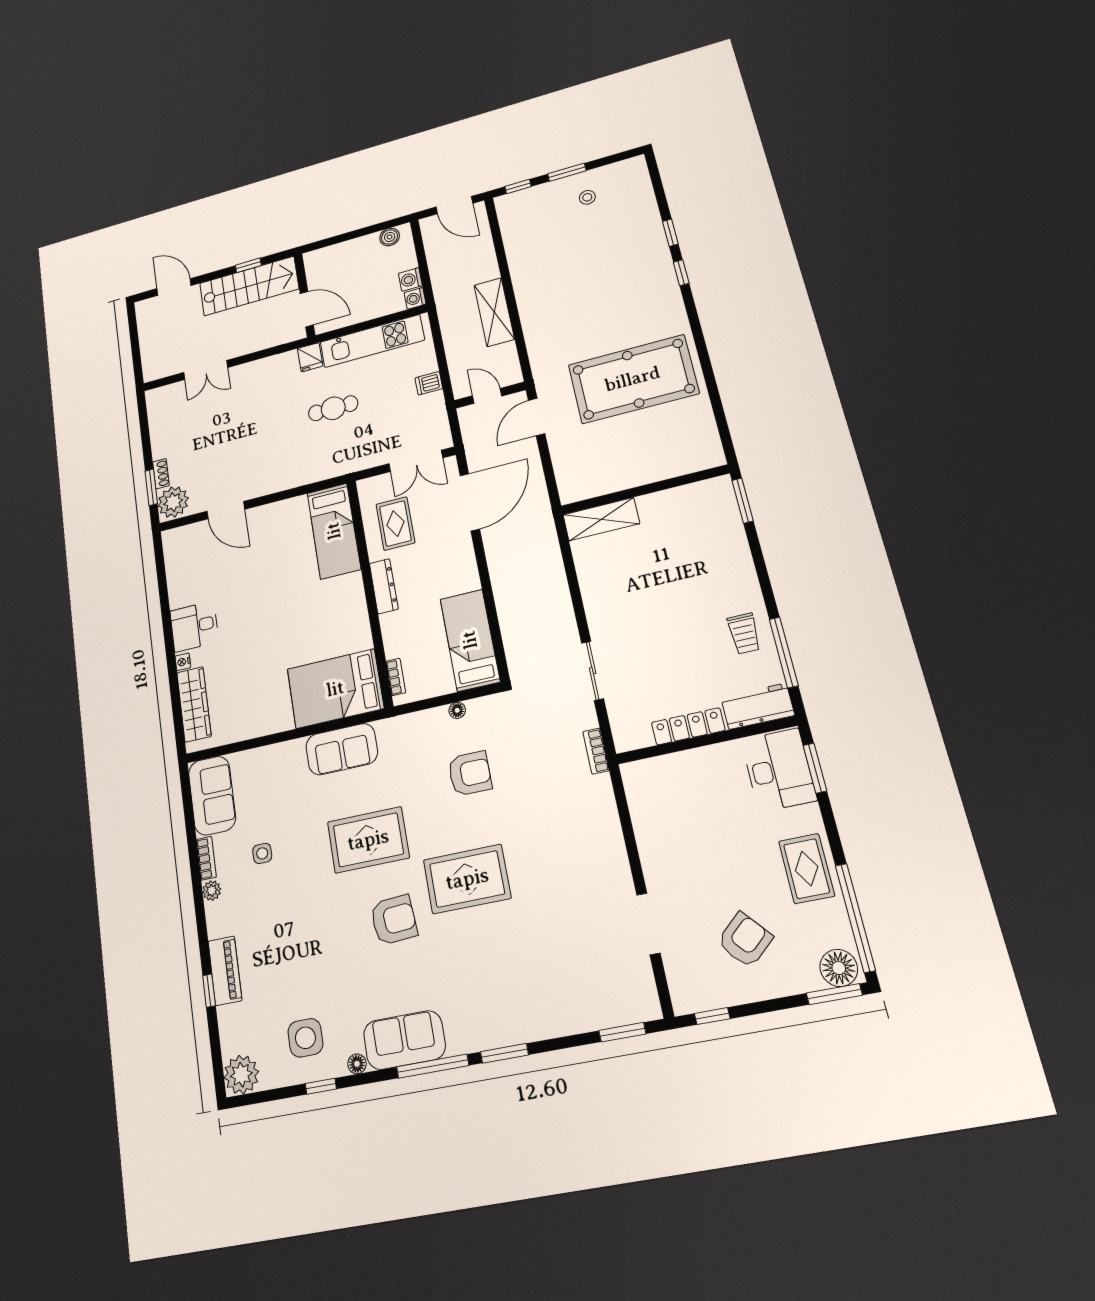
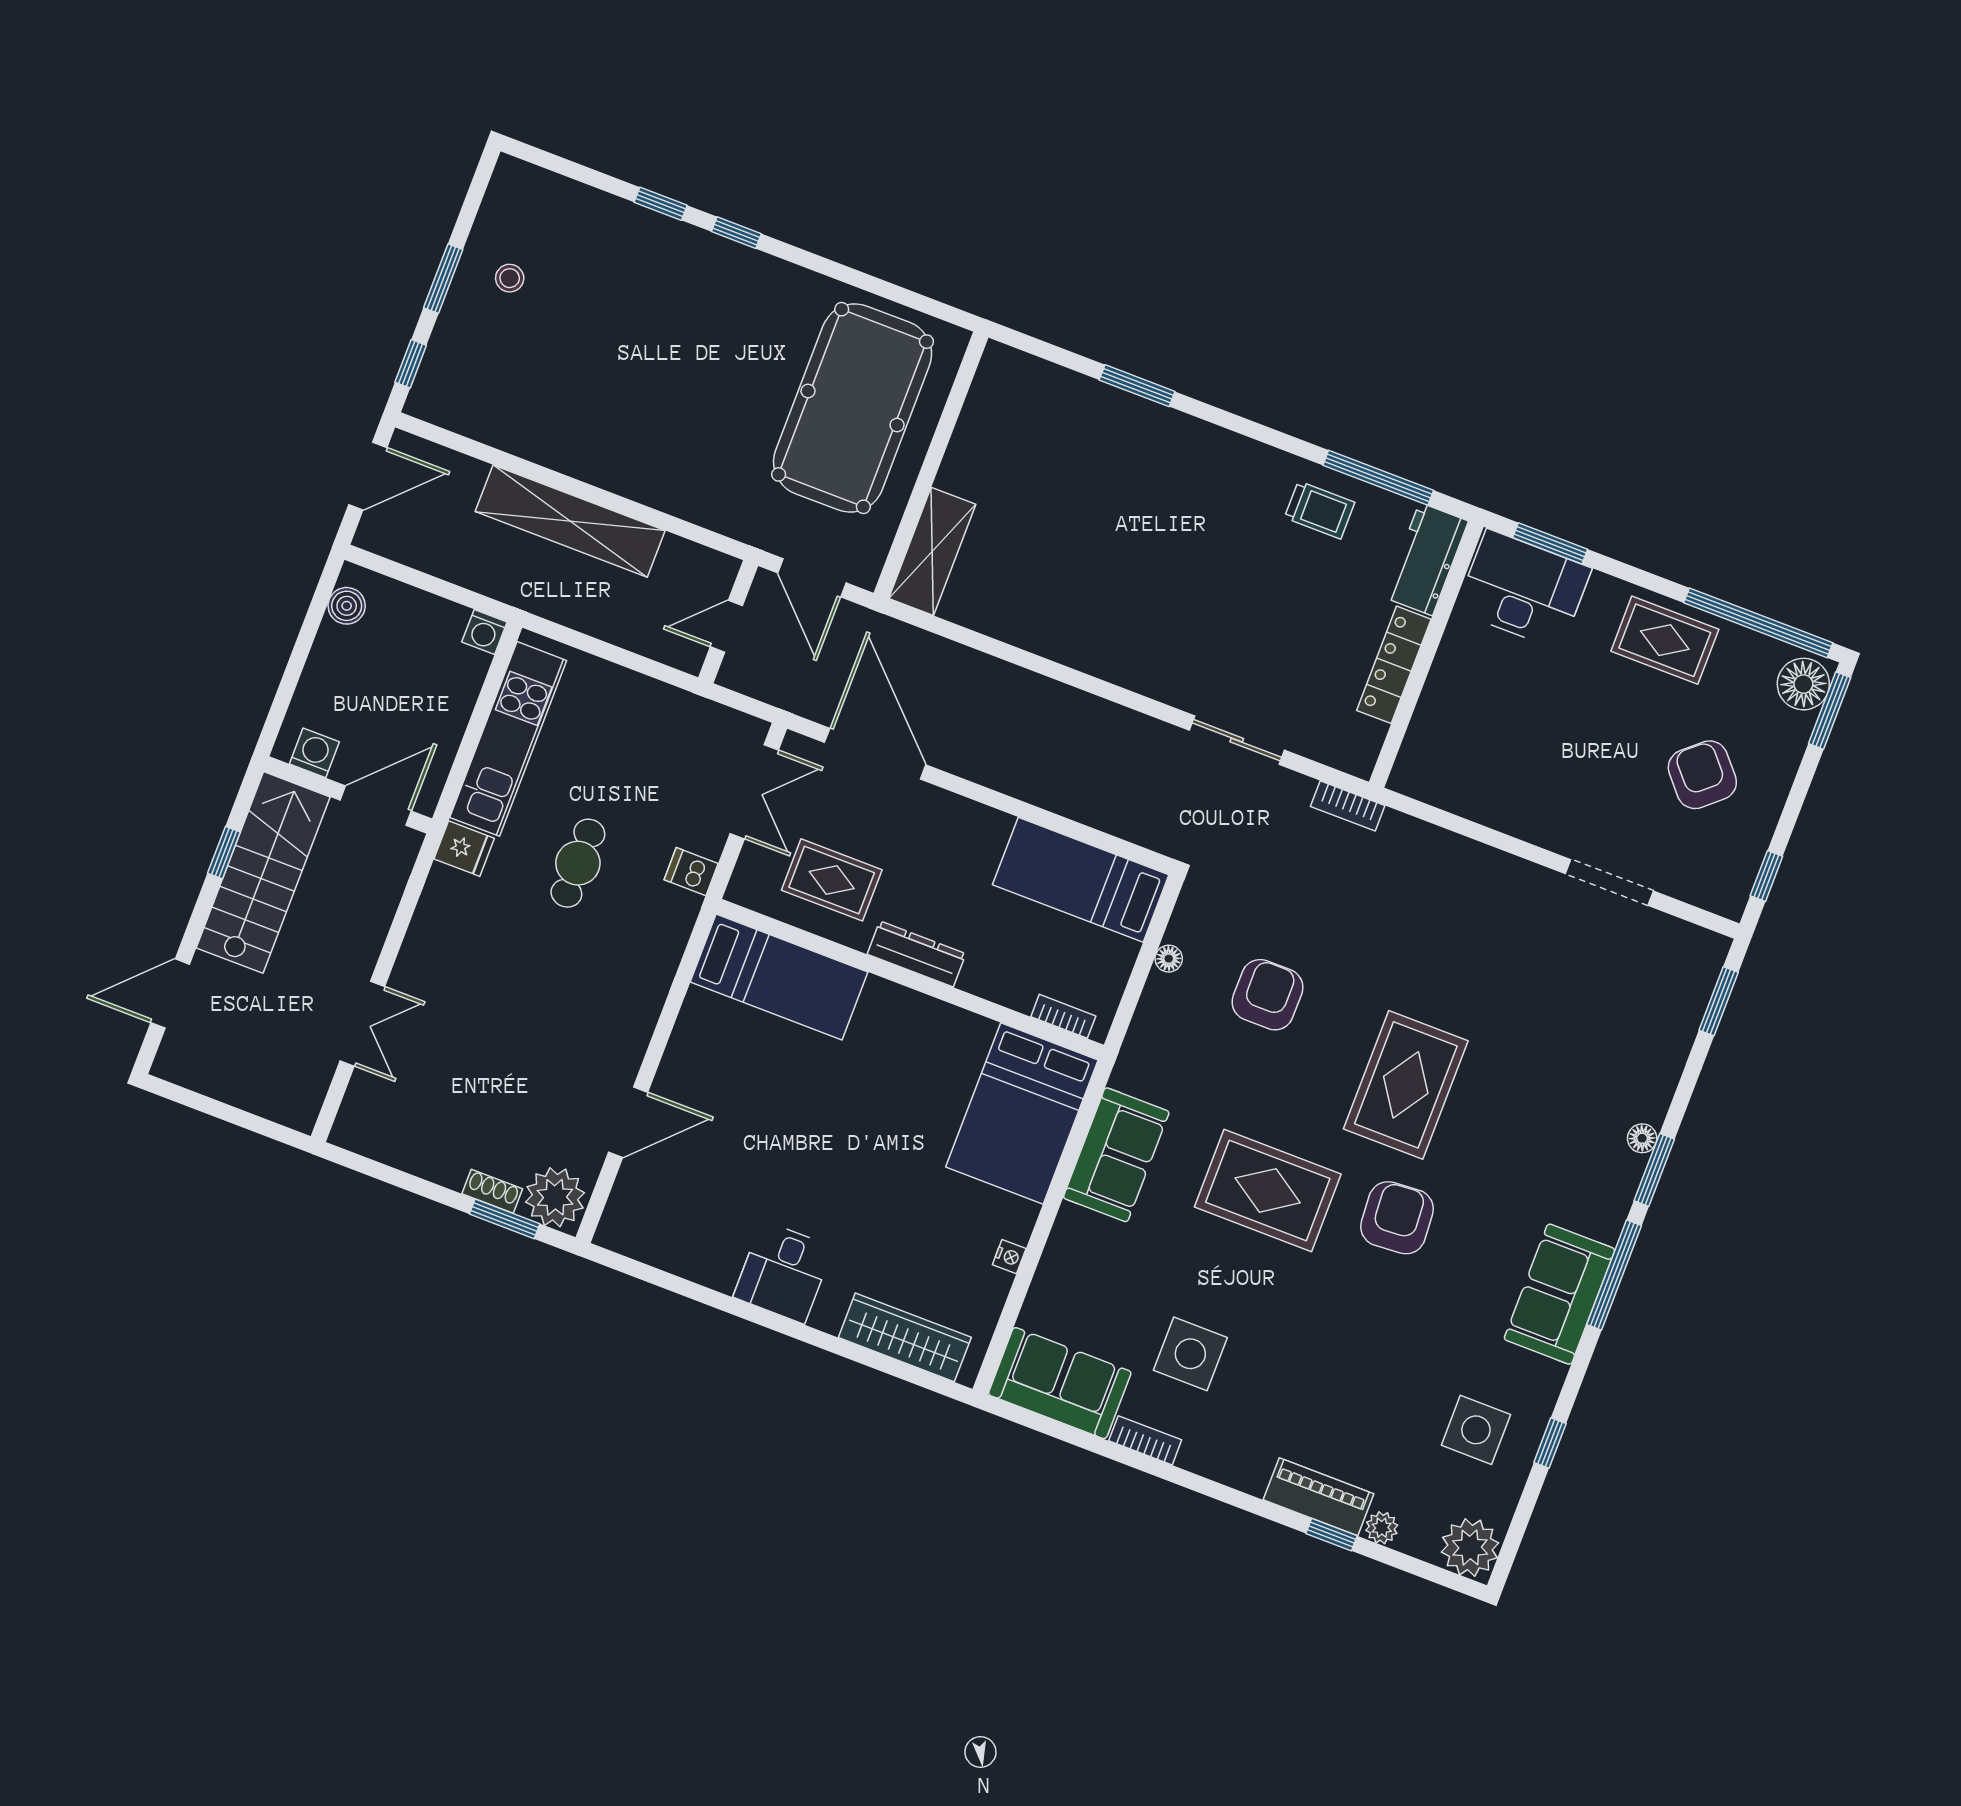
washing machine: (410, 279) -> (314, 753), moved, turned 180
shelving: (494, 312) -> (570, 521), width x1.47
dishwasher: (429, 383) -> (691, 872), moved, turned 90
wall: (645, 490) -> (931, 465), moved
shelving: (601, 519) -> (932, 551), moved
nightstand: (183, 662) -> (1009, 1257), moved, turned -90
rug: (368, 840) -> (1268, 1190), turned 90
side table: (262, 853) -> (1190, 1354), width x1.87, depth x1.87
plant: (212, 891) -> (1382, 1528), moved
floor lamp: (357, 1064) -> (1642, 1138), moved

